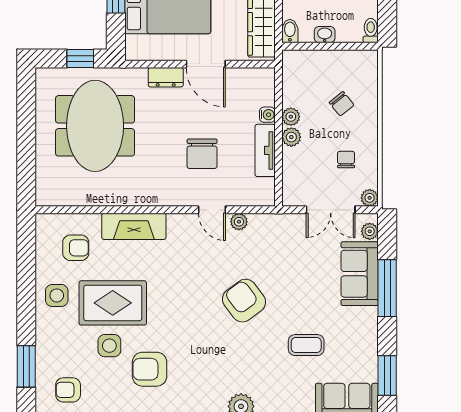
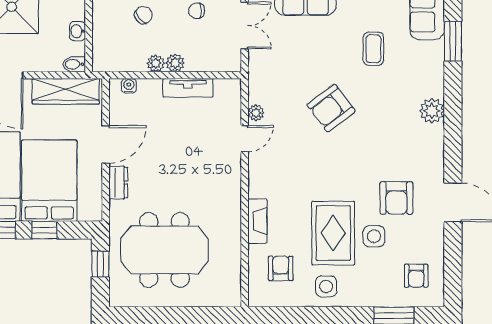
water cooler: (267, 115) -> (129, 86), moved
chair: (202, 154) -> (191, 148), removed
fireplace: (134, 226) -> (257, 221), width x0.73, depth x0.76

